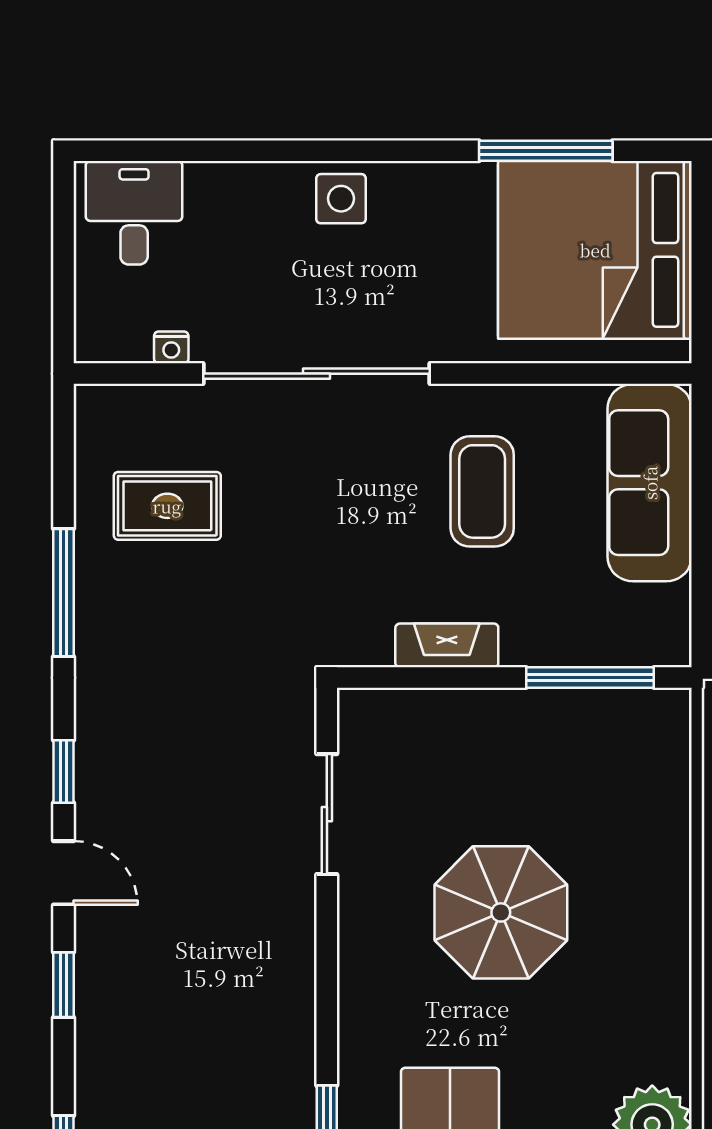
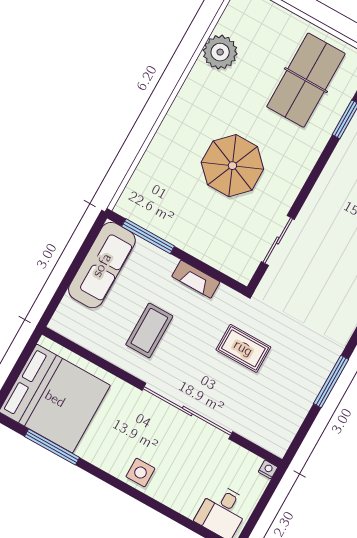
nightstand: (171, 347) -> (268, 469), moved
sofa: (650, 483) -> (102, 265), moved
rug: (167, 506) -> (243, 348), moved

